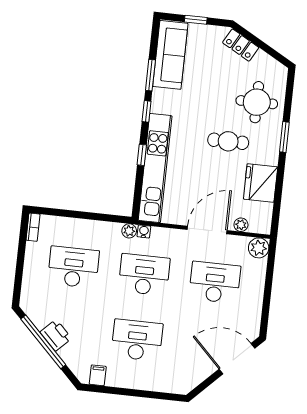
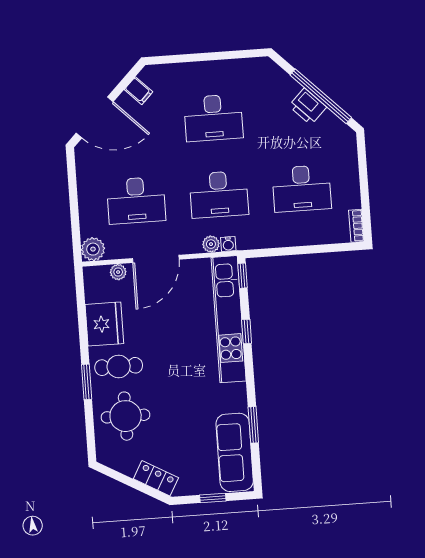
window: (147, 111) -> (243, 276), moved
cafe table: (228, 141) -> (119, 366), moved
plant: (129, 231) -> (211, 244), moved
filing cabinet: (98, 375) -> (139, 91), moved, turned -45

